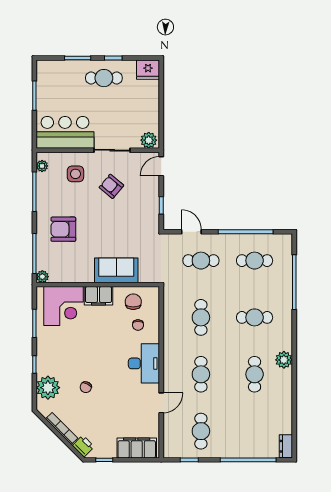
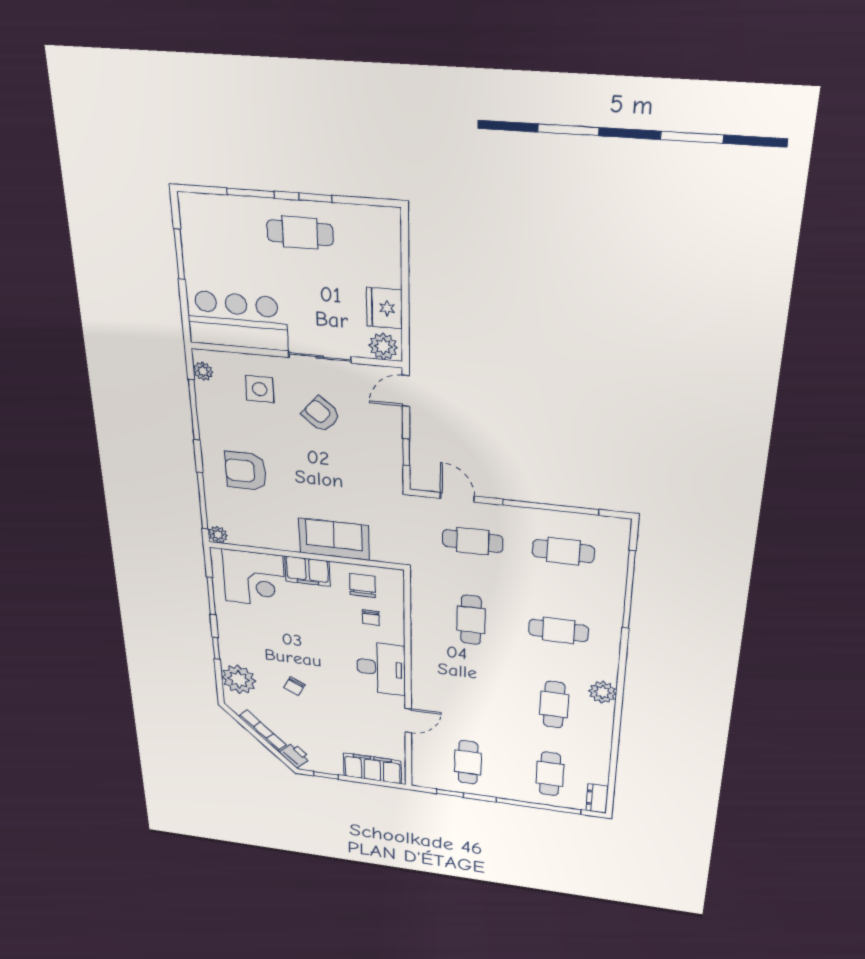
fridge: (148, 70) -> (384, 308), moved, turned 90
cafe table: (201, 374) -> (550, 774), moved

